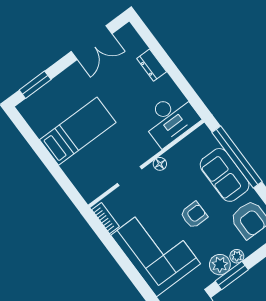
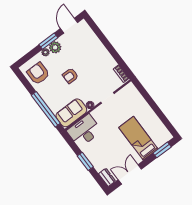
dresser: (152, 65) -> (107, 177), moved
window: (169, 66) -> (85, 161), added
bed: (78, 131) -> (138, 138), moved, turned 90
sofa: (225, 175) -> (71, 113), moved, turned -90
corner sofa: (156, 249) -> (92, 56), removed

